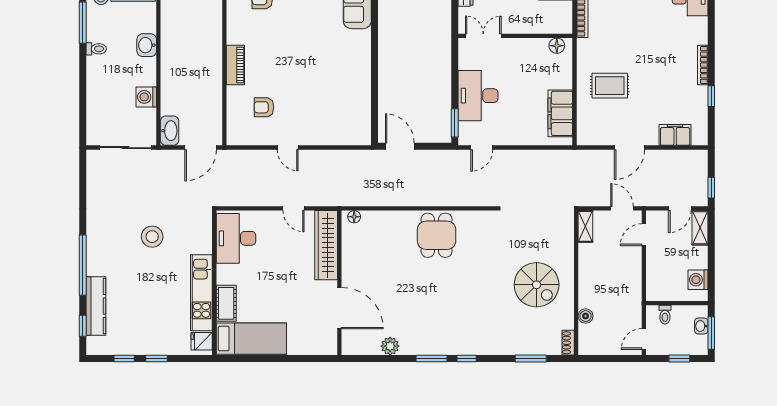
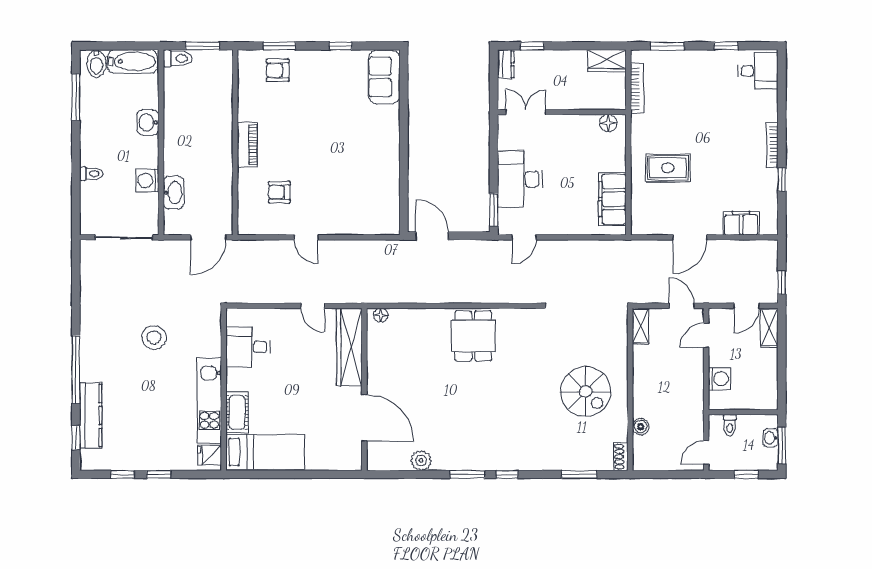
toilet: (96, 49) -> (91, 174), moved
washbasin: (170, 131) -> (173, 193), moved
desk: (236, 238) -> (248, 347), width x0.73
washing machine: (698, 280) -> (719, 379), moved, turned 180

